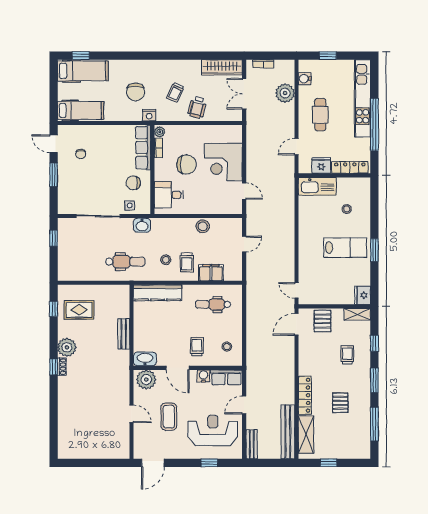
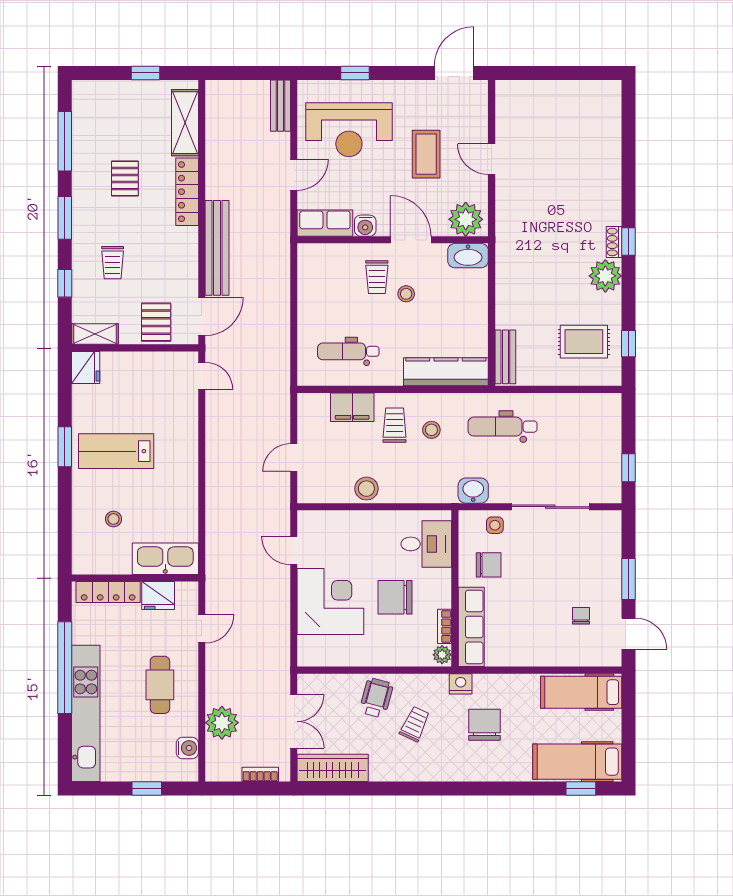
dental chair: (213, 304) -> (348, 351), turned 180
bench: (124, 334) -> (505, 357), moved
stool: (227, 347) -> (406, 294), moved
bench: (288, 432) -> (217, 248), moved

